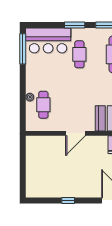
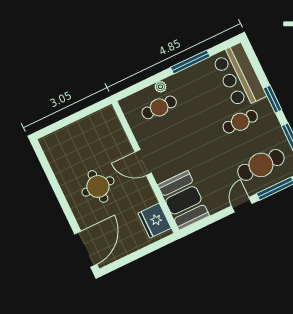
window: (23, 49) -> (190, 62), moved
round table: (77, 172) -> (98, 186), added
window: (68, 200) -> (58, 192), removed

